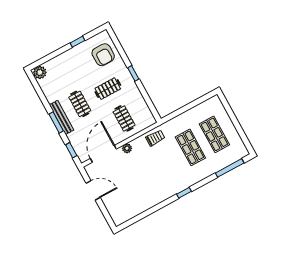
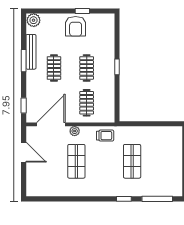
armchair: (103, 55) -> (76, 26), moved
clothes rail: (108, 89) -> (87, 68), turned 90
bench: (62, 117) -> (31, 52), moved
window: (56, 122) -> (24, 61), moved
shop shelf: (214, 134) -> (76, 161), moved
window: (184, 193) -> (124, 199), moved

